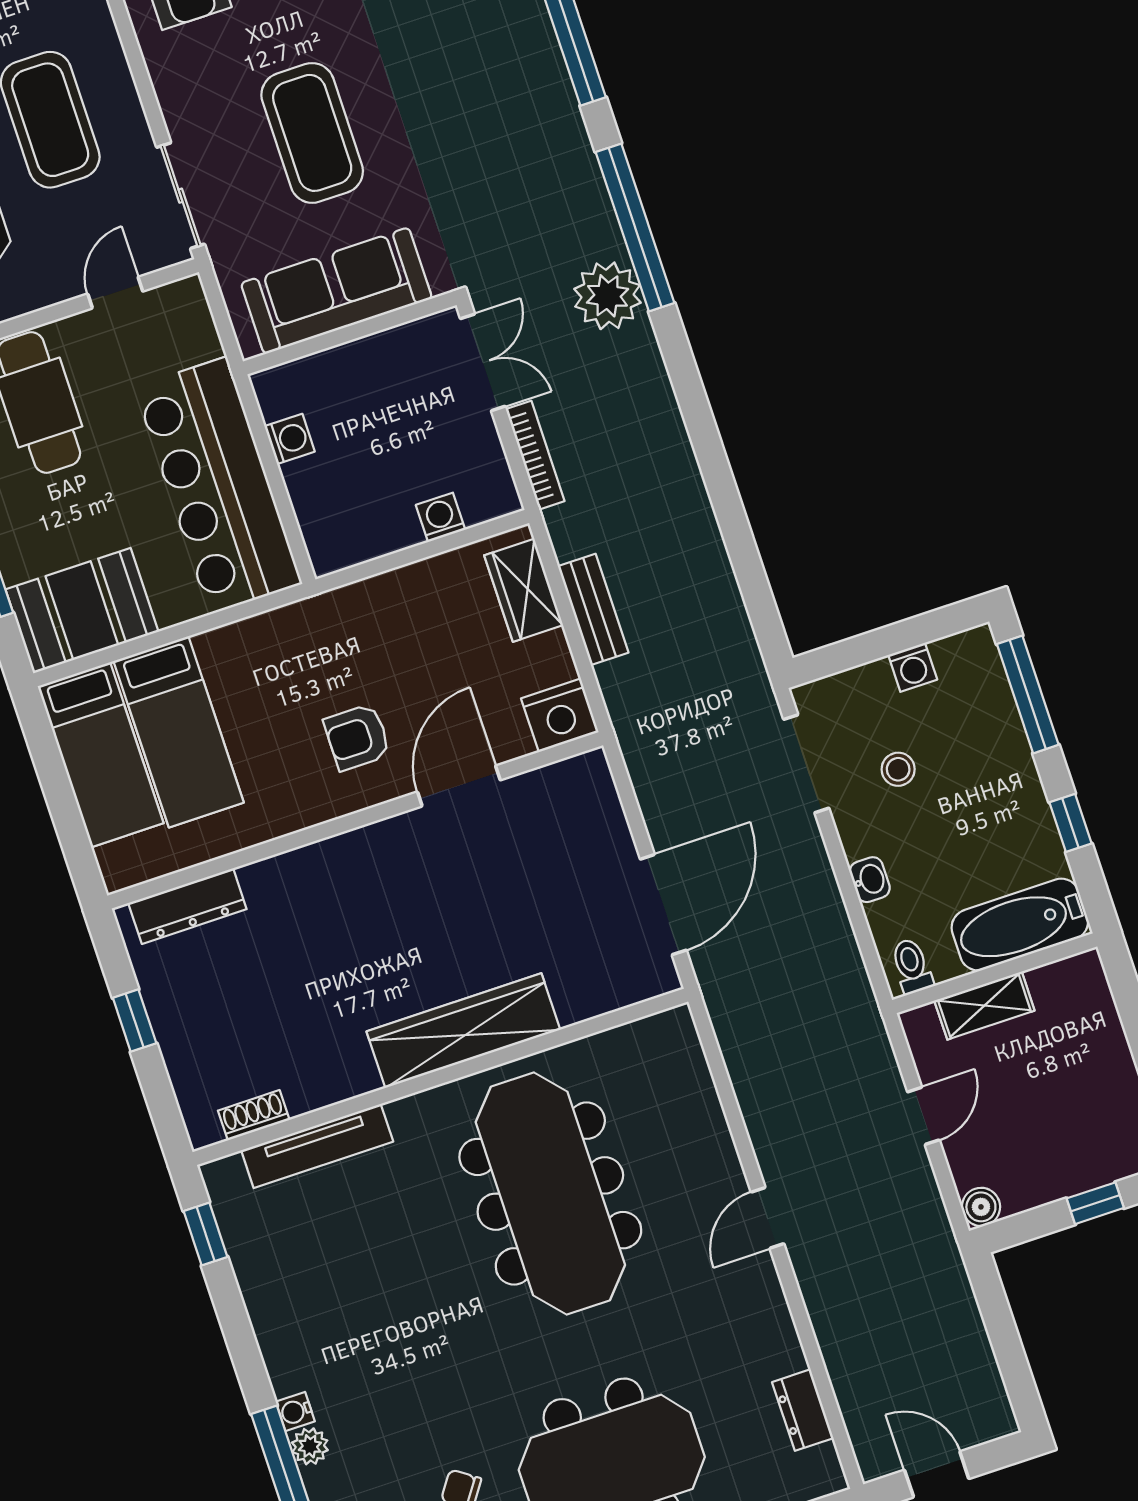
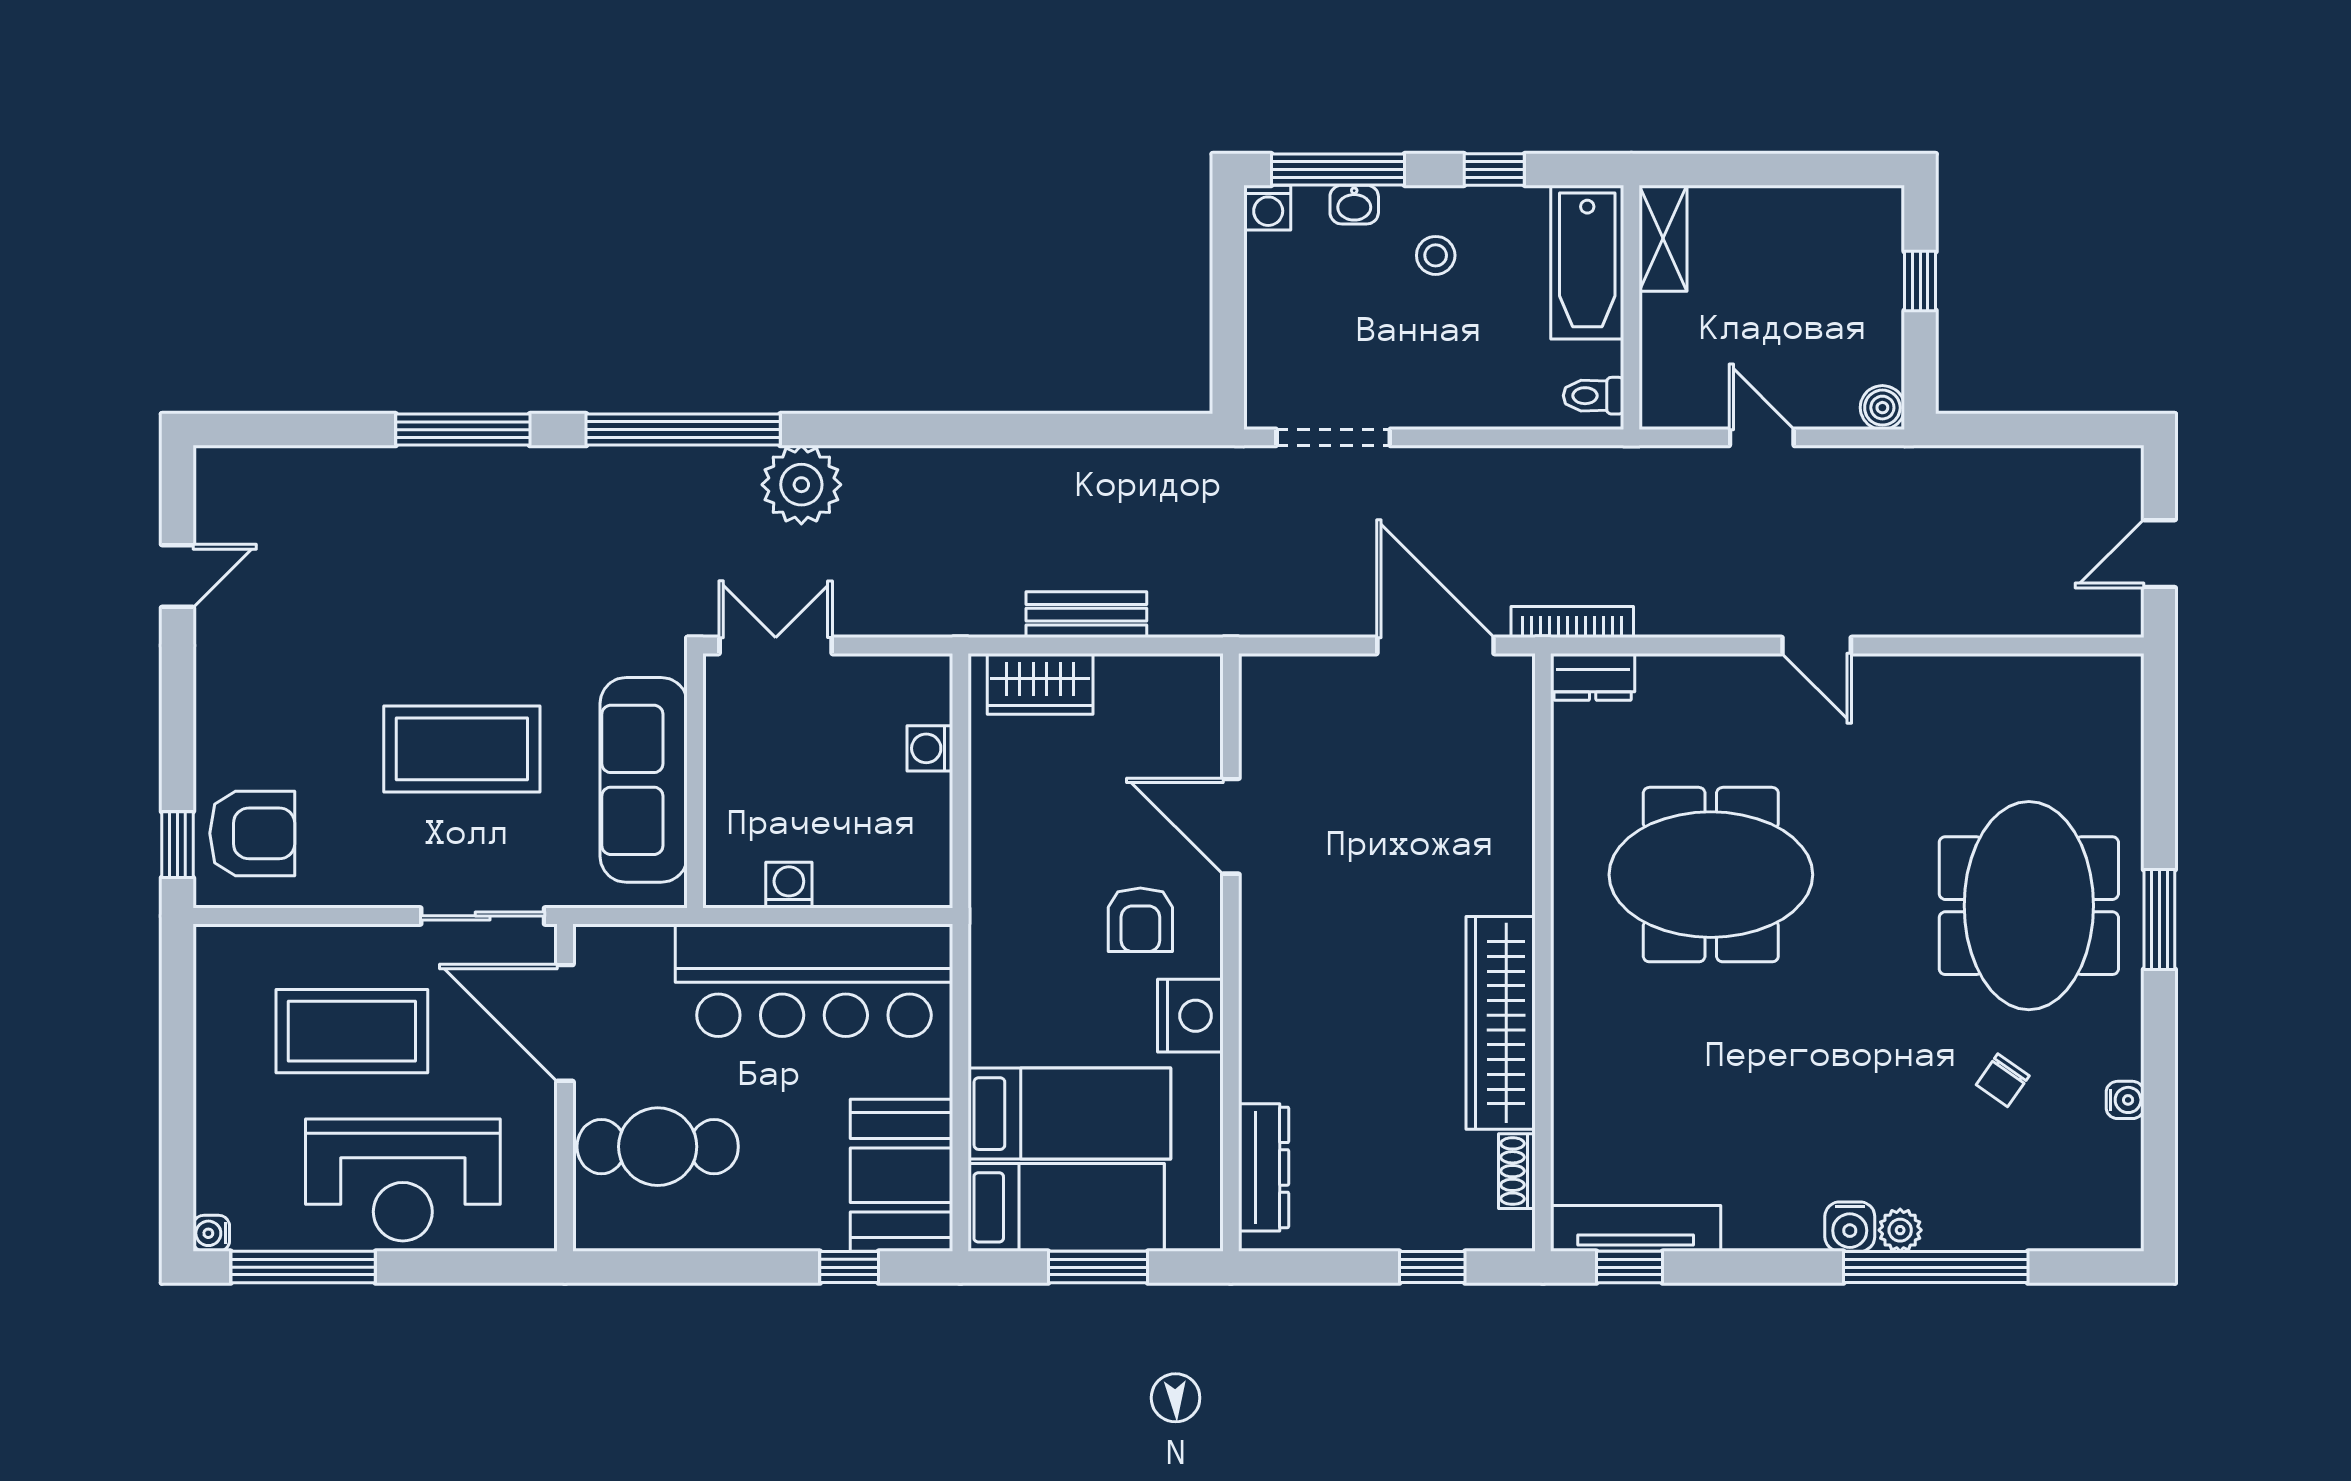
door: (115, 293) -> (565, 1023), width x1.88
plant: (608, 296) -> (801, 485), moved
bookcase: (535, 455) -> (1572, 622), moved
washing machine: (913, 667) -> (1268, 208), moved, turned 90
nightstand: (560, 715) -> (1190, 1016), moved
stool: (898, 769) -> (1436, 255), moved
window: (60, 797) -> (1098, 1267), added
washbasin: (870, 880) -> (1354, 205), moved, turned 180
shelving: (984, 1006) -> (1663, 238), moved
window: (135, 1021) -> (1432, 1267), moved
wardrobe: (463, 1031) -> (1501, 1023), moved
tv unit: (317, 1146) -> (1636, 1228), moved, turned -90
meeting table: (550, 1194) -> (1711, 875), width x0.73
dresser: (803, 1410) -> (1593, 677), moved
water cooler: (295, 1411) -> (1850, 1227), width x1.38, depth x1.38

